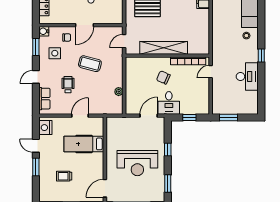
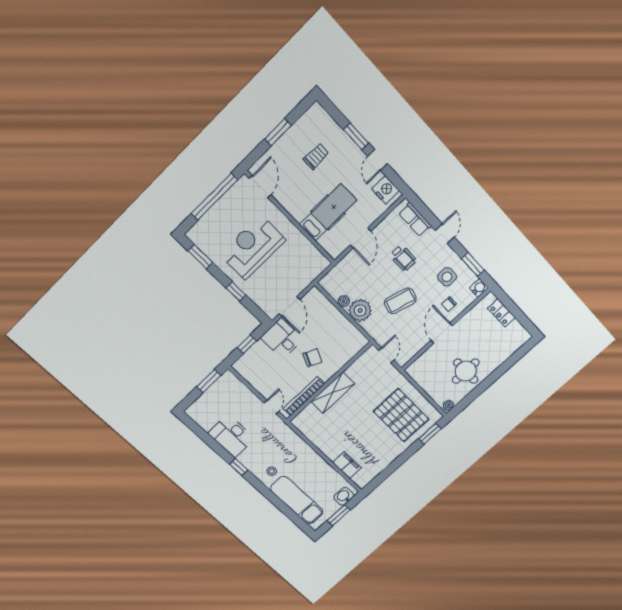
shelving: (164, 48) -> (333, 393), width x0.68
plant: (115, 79) -> (360, 310), added
door: (36, 146) -> (378, 160), swing flipped

